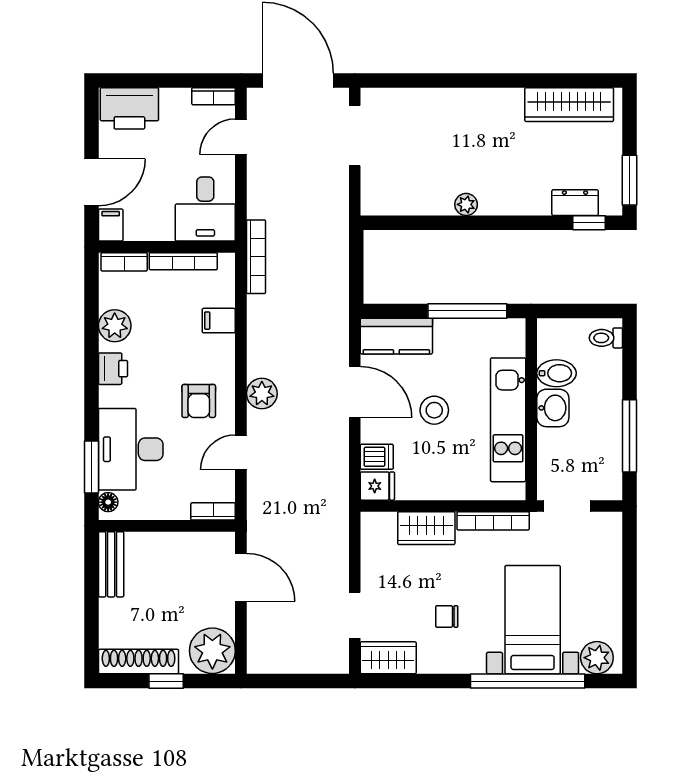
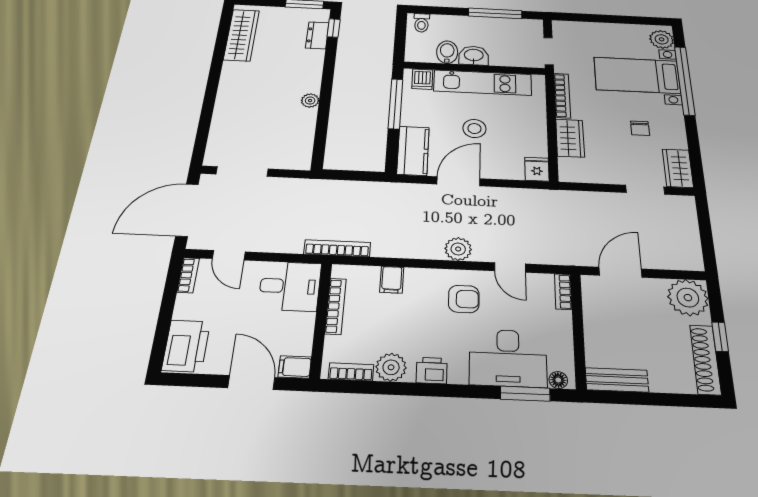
bookcase: (124, 262) -> (351, 372), moved, turned -90
dishwasher: (377, 457) -> (422, 79), moved, turned 180

